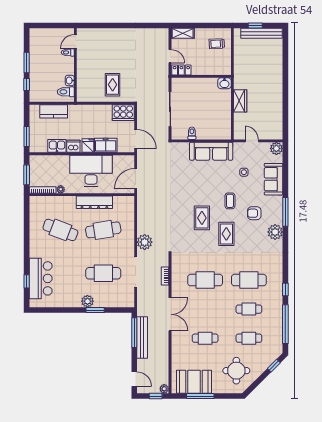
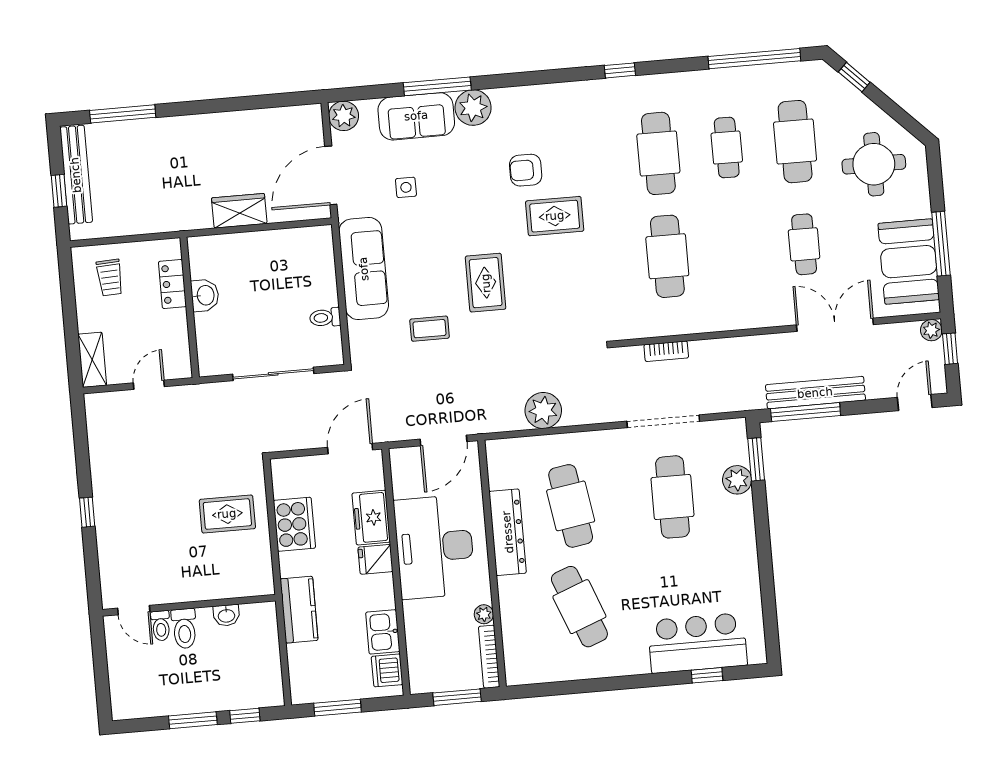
window: (118, 25) -> (87, 512), added
window: (285, 55) -> (123, 114), added
locker: (181, 70) -> (172, 284), moved
washbasin: (224, 83) -> (205, 295), moved
toilet: (66, 92) -> (184, 629), moved
kitchen counter: (54, 111) -> (299, 610), moved
cooker: (123, 113) -> (294, 524), moved
window: (27, 136) -> (338, 708), moved
door: (252, 141) -> (331, 175), width x1.87
dishwasher: (73, 146) -> (387, 670), moved
door: (136, 179) -> (444, 440), hinge flipped
coffee table: (230, 201) -> (430, 329), moved
window: (285, 212) -> (437, 86), moved
armchair: (254, 213) -> (526, 170), moved, turned 90
rug: (202, 218) -> (486, 283), moved, turned 90
cafe table: (60, 230) -> (579, 607), turned -42
plant: (275, 232) -> (473, 108), moved
plant: (145, 242) -> (543, 410), moved
window: (285, 289) -> (620, 70), moved
plant: (87, 301) -> (737, 480), moved
window: (95, 310) -> (756, 459), moved
double door: (170, 314) -> (835, 325), moved
cafe table: (249, 338) -> (795, 142), width x1.37, depth x1.35

